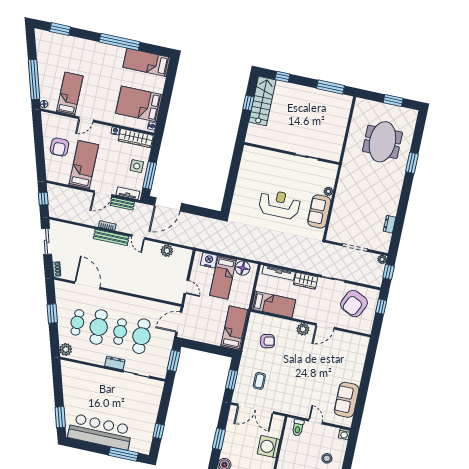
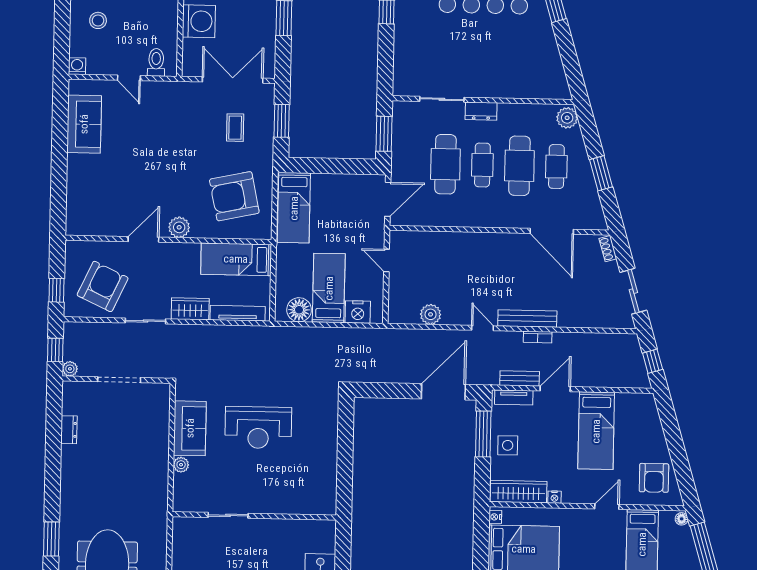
armchair: (59, 147) -> (654, 478), moved, turned 180
armchair: (267, 341) -> (234, 196), width x1.88, depth x1.88

